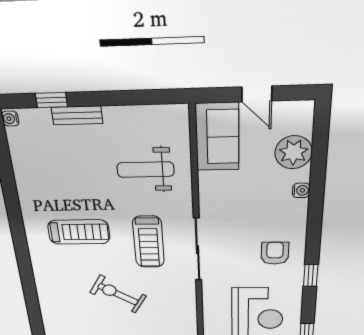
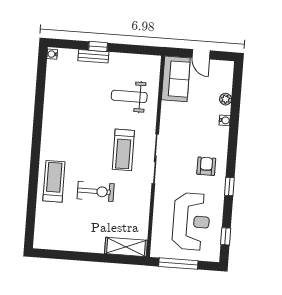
window: (51, 100) -> (98, 46), moved
plant: (293, 152) -> (226, 99), width x0.53, depth x0.53
treadmill: (79, 232) -> (54, 181), moved, turned -90
exercise bike: (118, 294) -> (96, 191), turned 149

